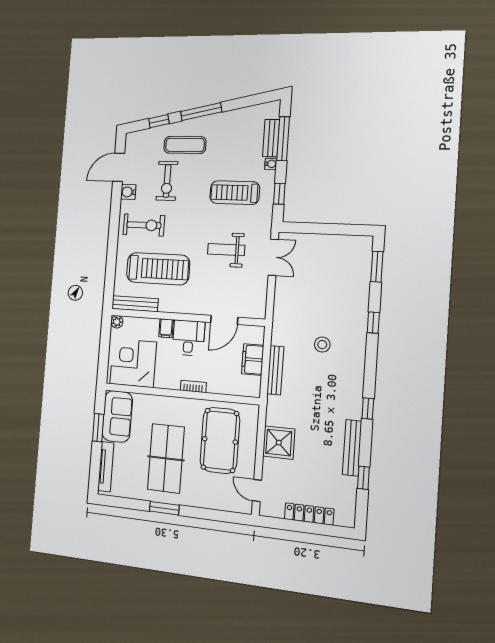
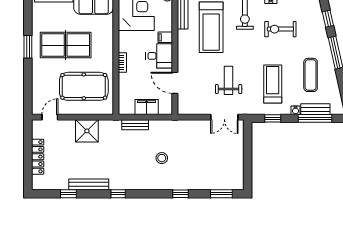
exercise mat: (185, 145) -> (311, 75), moved
bench: (275, 370) -> (135, 125), width x0.73

